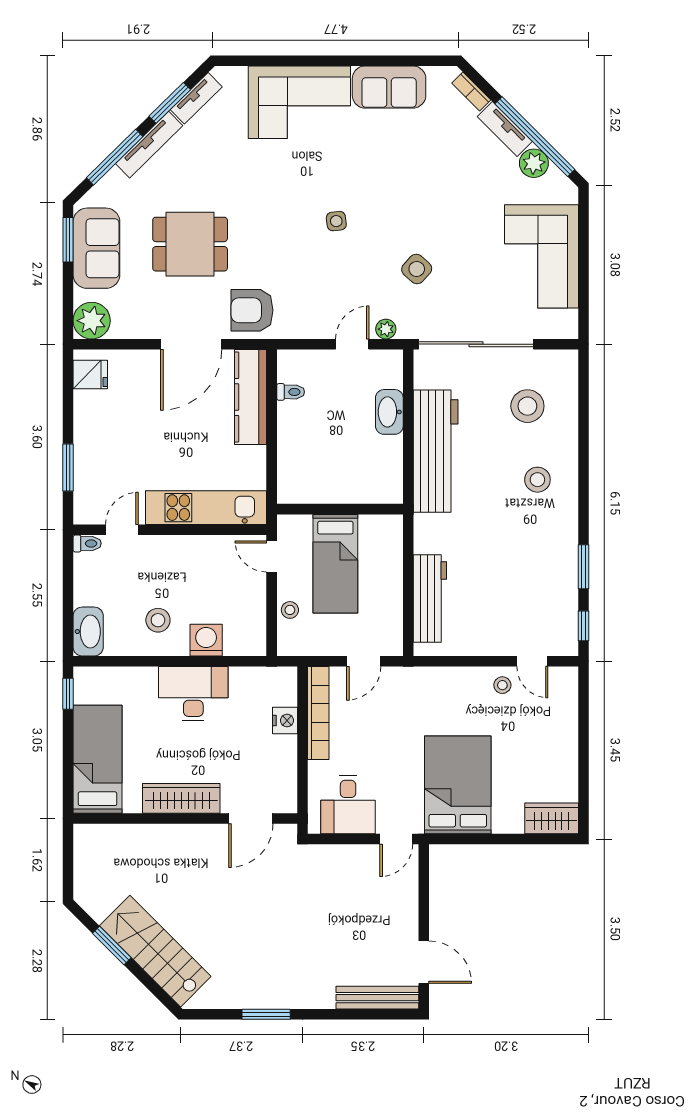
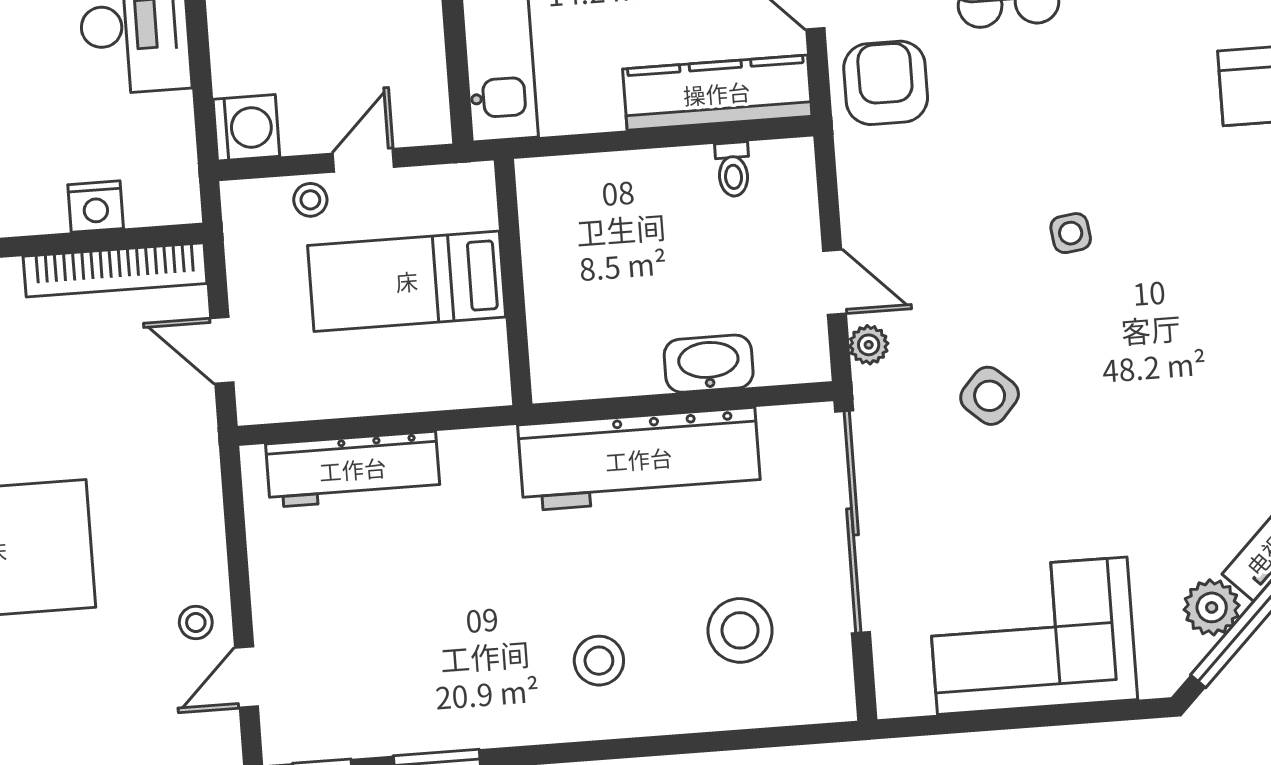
door: (272, 556) -> (363, 160), moved
washing machine: (206, 640) -> (246, 128), moved

